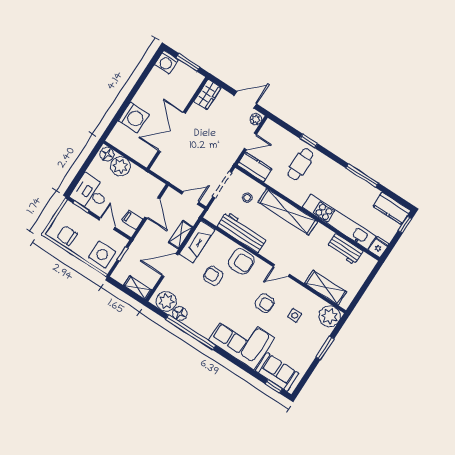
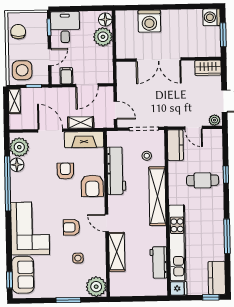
double door: (172, 132) -> (159, 59), swing flipped
shelving: (138, 288) -> (14, 101), moved
shelving: (326, 288) -> (117, 252), moved
armchair: (265, 303) -> (71, 227), turned 90

